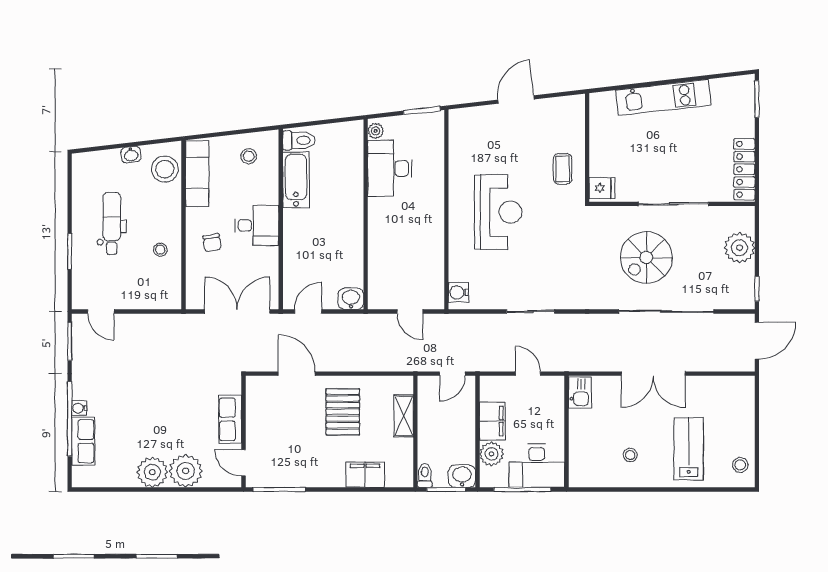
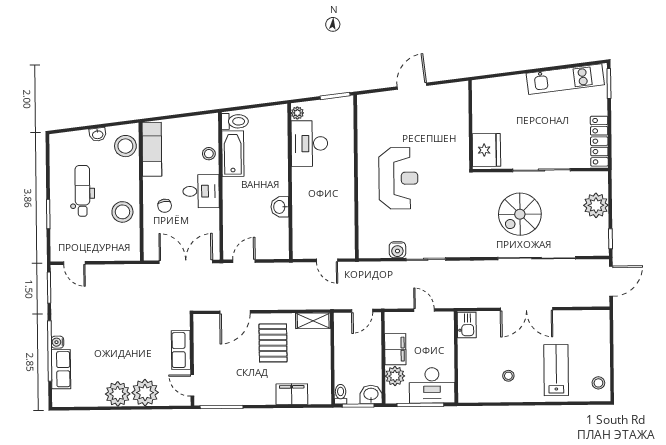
kitchen unit: (663, 98) -> (565, 79), moved
stool: (249, 156) -> (209, 154), moved
coffee table: (563, 169) -> (451, 142), removed
fridge: (602, 188) -> (486, 150), width x1.88, depth x1.34
stool: (160, 250) -> (122, 212), width x1.89, depth x1.89
water cooler: (458, 292) -> (397, 250), moved, turned -90
washbasin: (351, 299) -> (280, 207), moved, turned -90
door: (297, 374) -> (235, 312), swing flipped
shelving: (404, 416) -> (313, 321), moved, turned 90

